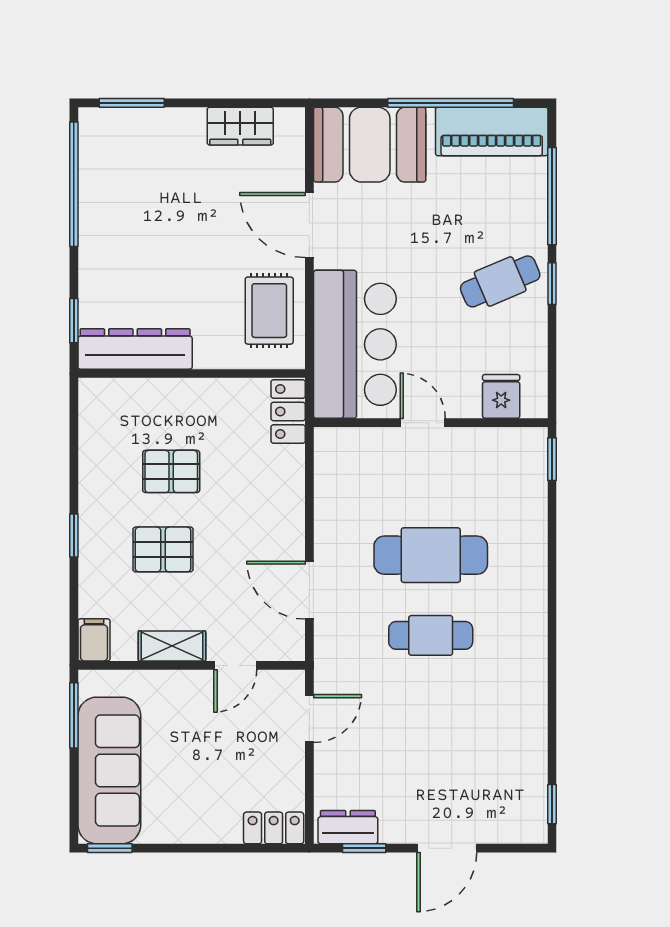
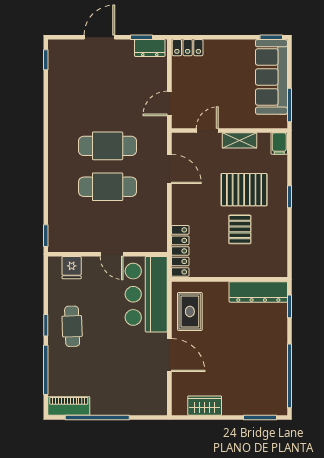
piano: (492, 131) -> (69, 406), width x0.73, depth x0.75
booth: (370, 145) -> (139, 396), removed
cafe table: (500, 281) -> (72, 326), turned -69
locker: (288, 411) -> (180, 251), width x1.53
pallet: (171, 471) -> (240, 229), turned 90
pallet: (163, 549) -> (244, 190), width x1.50, depth x1.42
cafe table: (431, 635) -> (108, 146), width x1.37, depth x1.35

